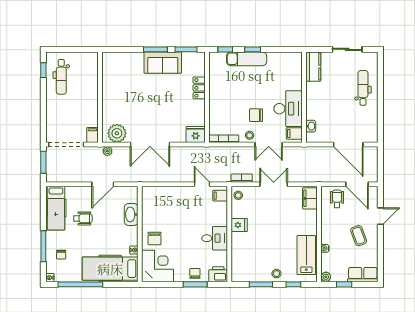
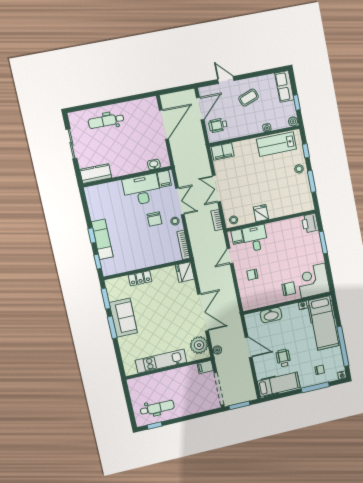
kitchen unit: (109, 91) -> (161, 361), added
desk: (215, 238) -> (255, 238), moved
chair: (195, 273) -> (252, 275), moved

